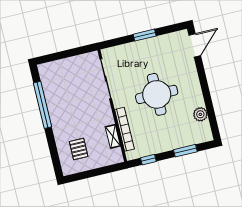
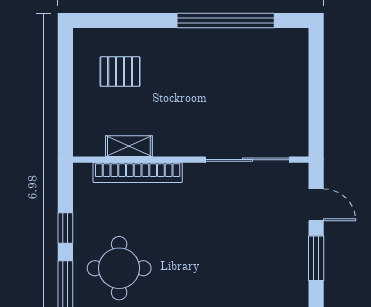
door: (119, 41) -> (316, 205), added
round table: (157, 94) -> (119, 268), moved, width x0.73, depth x0.73
window: (148, 160) -> (65, 228), moved

